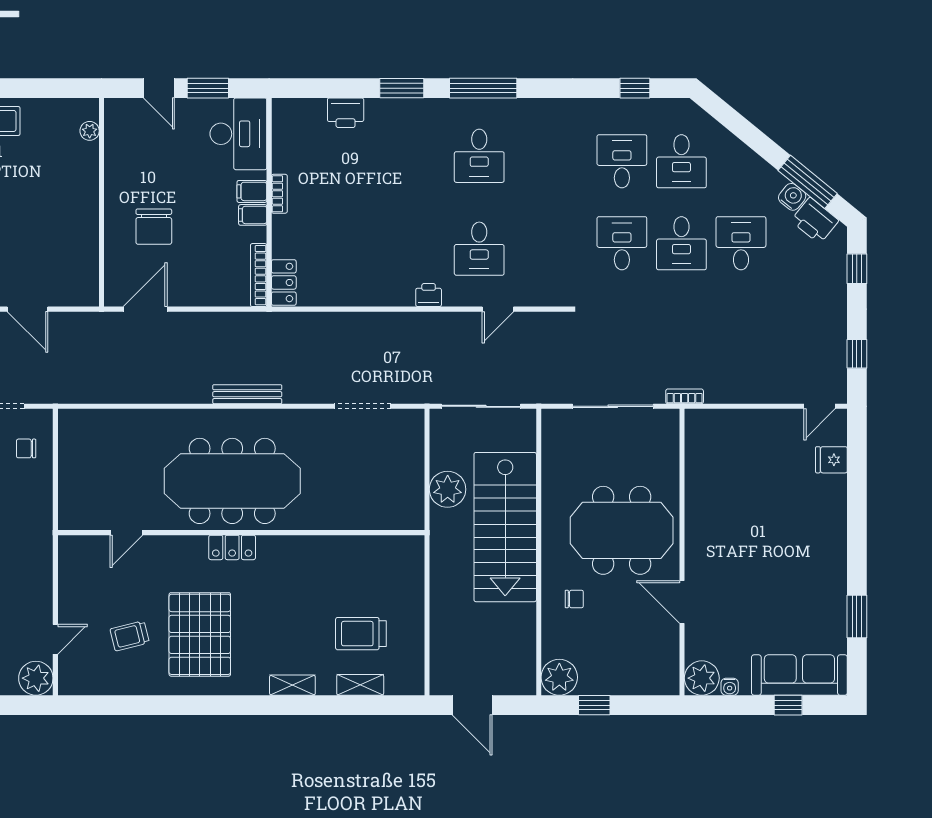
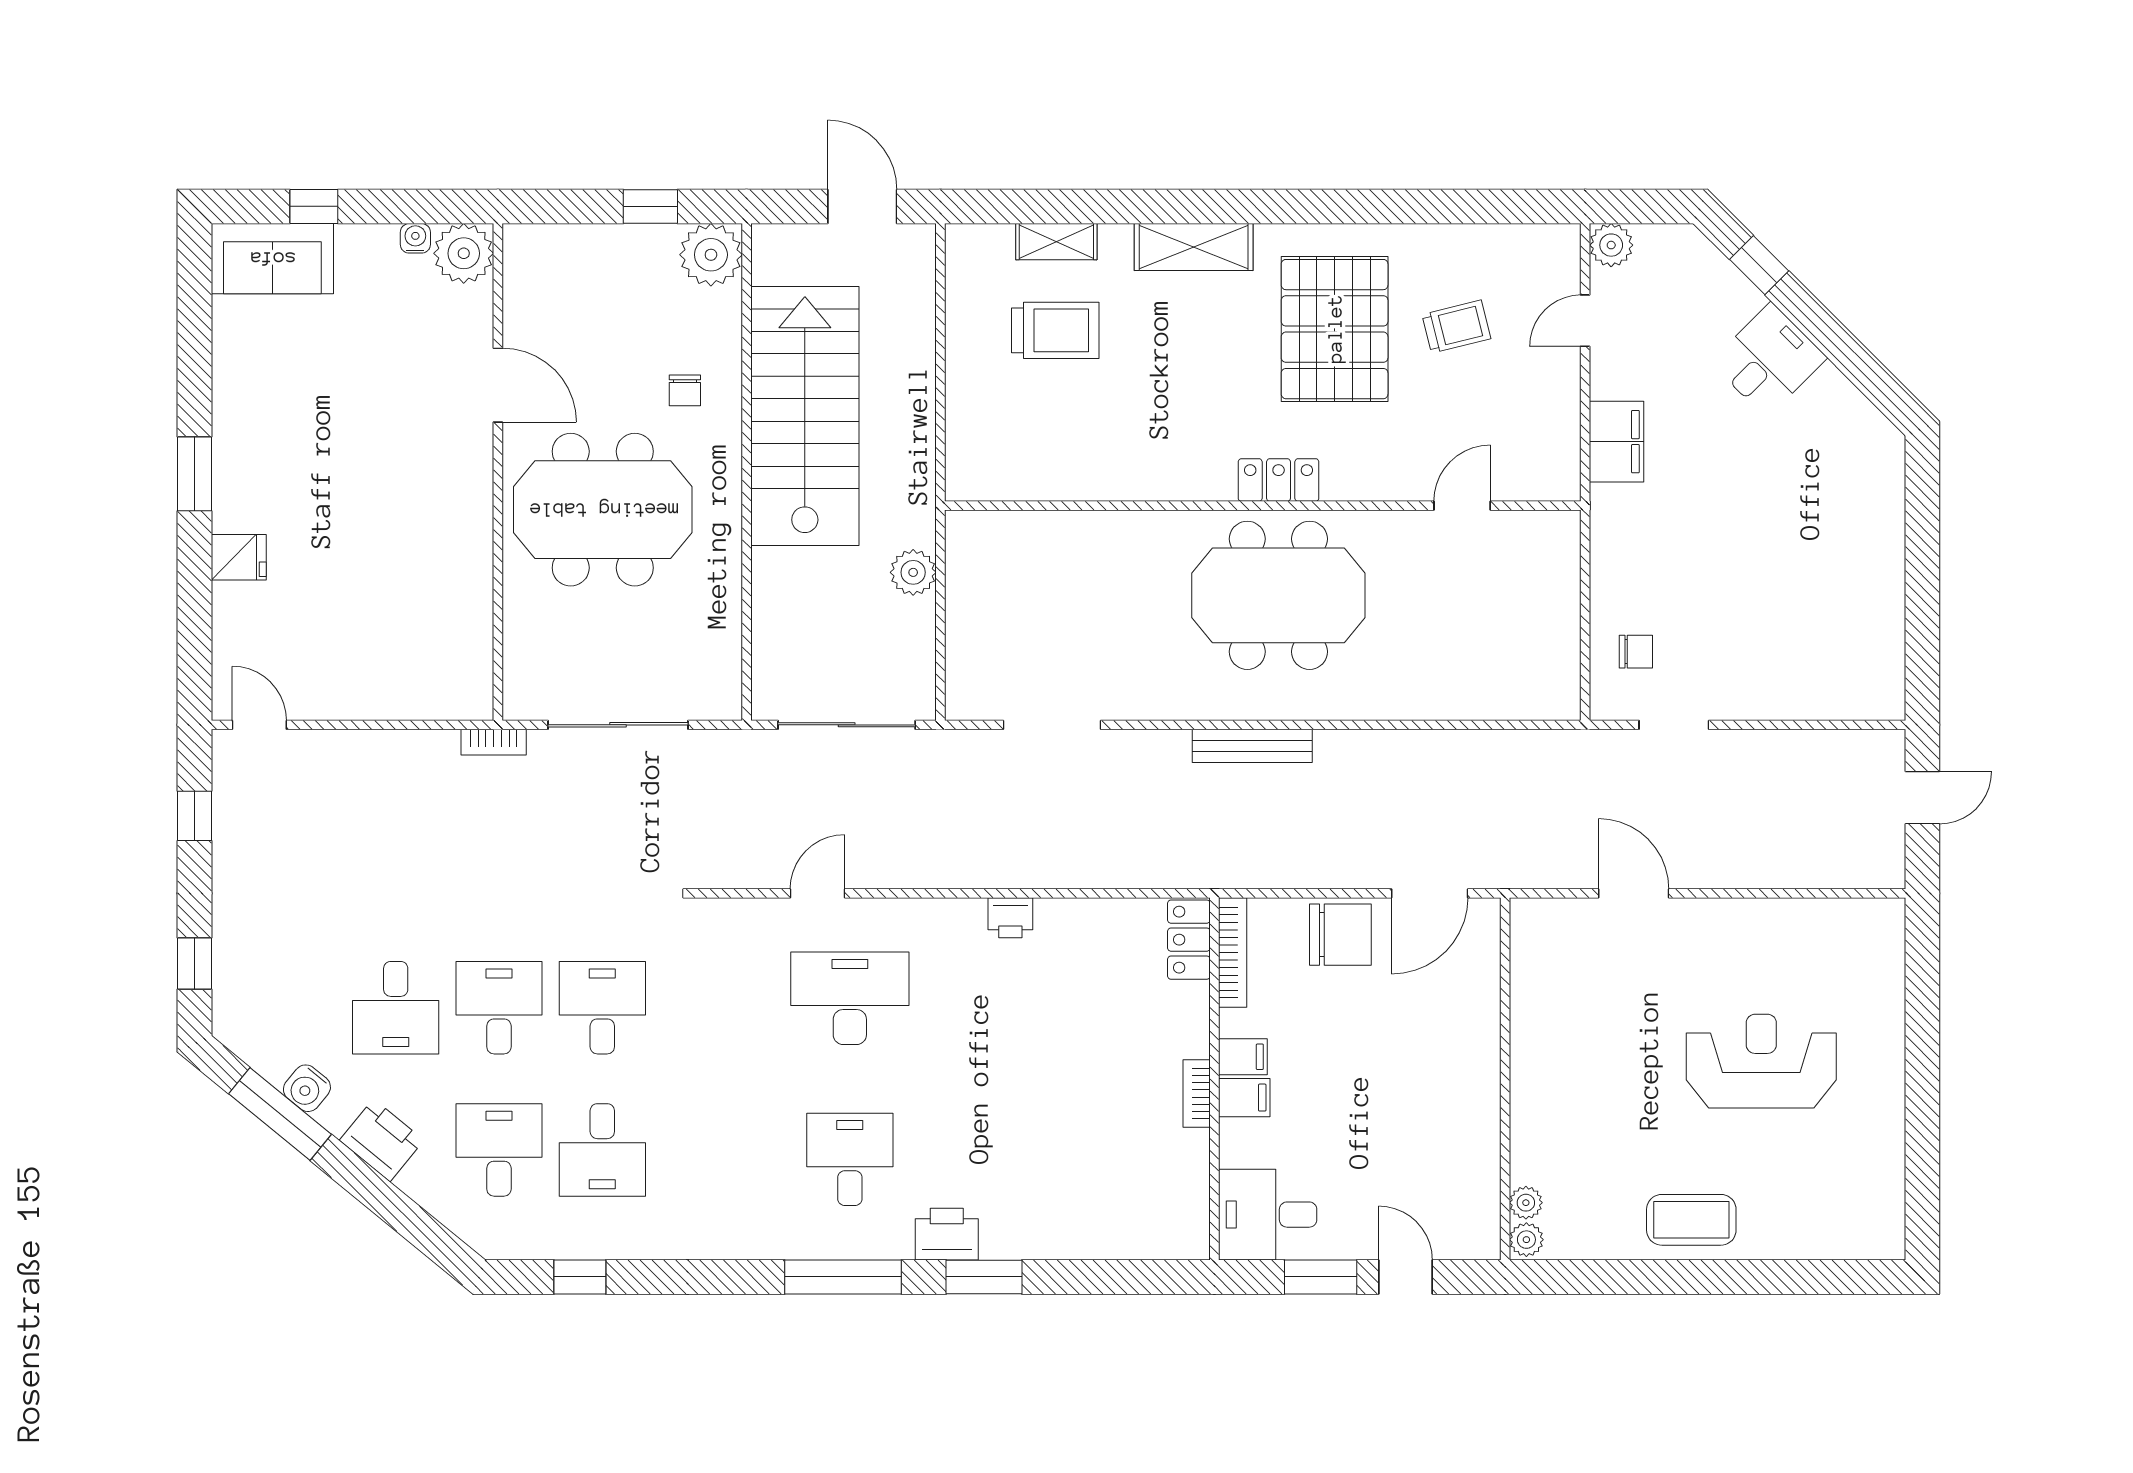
plant: (89, 110) -> (1526, 1240), added
printer: (346, 113) -> (947, 1234), moved
desk: (238, 134) -> (1268, 1215), width x0.73
printer: (815, 221) -> (382, 1140), moved
chair: (154, 227) -> (1340, 935), moved, turned 90
desk: (622, 243) -> (602, 1008), turned 180
desk: (479, 249) -> (850, 998), width x1.37
printer: (429, 295) -> (1010, 918), moved
door: (820, 406) -> (259, 725), hinge flipped
fridge: (831, 460) -> (239, 557), moved
meeting table: (232, 481) -> (1278, 595), width x0.73
plant: (448, 489) -> (913, 572), width x0.73, depth x0.73
stairs: (505, 527) -> (805, 416), moved
filing cabinet: (37, 570) -> (1616, 442), added
chair: (574, 599) -> (685, 390), turned -90
window: (857, 616) -> (194, 474), moved
sofa: (799, 675) -> (272, 259), width x0.73
plant: (36, 678) -> (1611, 245), width x0.73, depth x0.73
shelving: (292, 685) -> (1194, 247), width x1.50, depth x1.33

